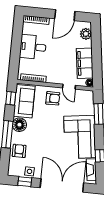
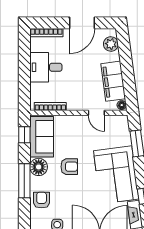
armchair: (53, 98) -> (69, 167), moved

